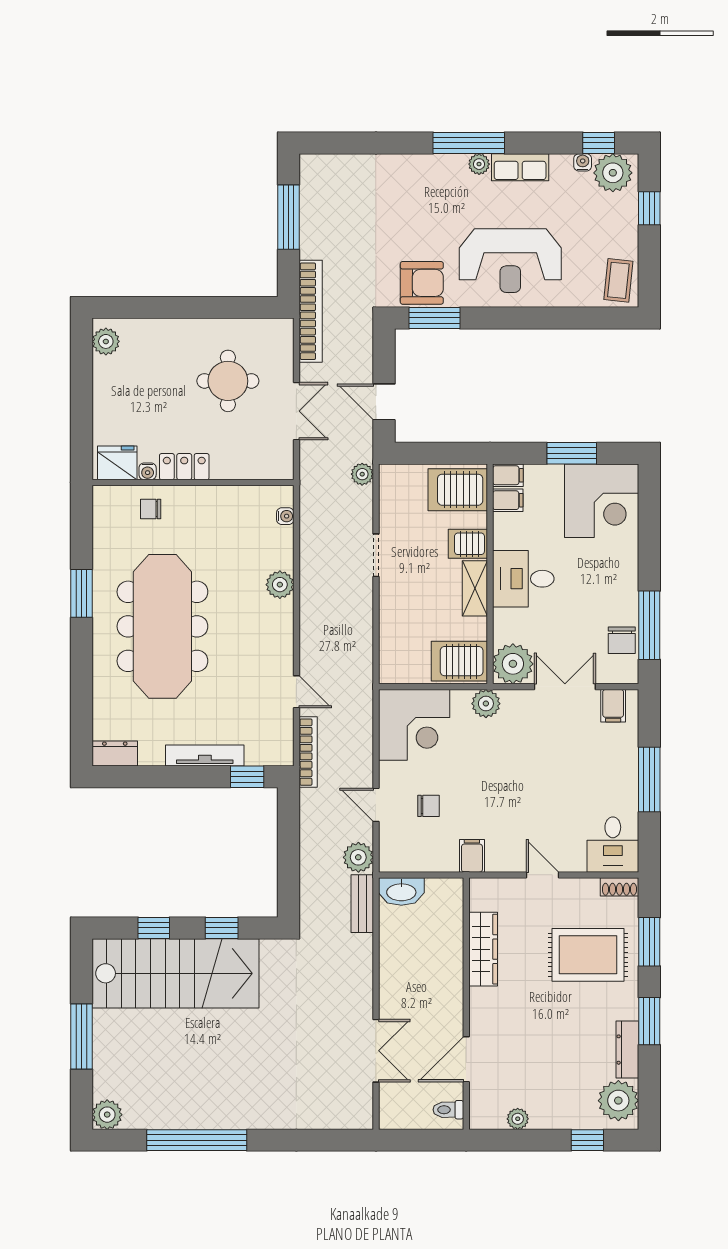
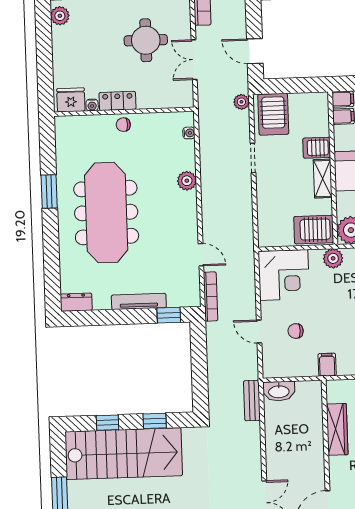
double door: (296, 411) -> (194, 60), swing flipped
server rack: (458, 490) -> (273, 114), moved, turned -90
chair: (151, 509) -> (123, 125), moved
chair: (428, 806) -> (296, 331), turned 180
plant: (358, 857) -> (248, 368), removed

